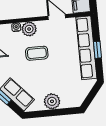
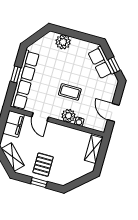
plant: (52, 101) -> (63, 42), moved

